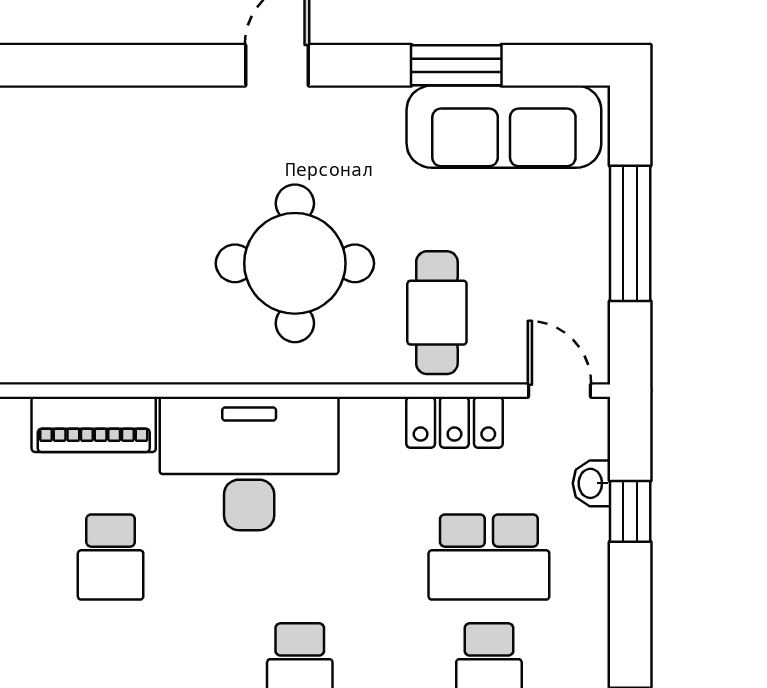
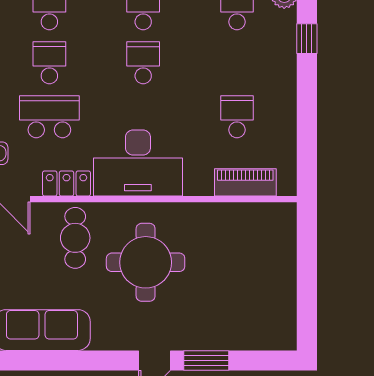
window: (456, 65) -> (206, 361), moved
desk: (249, 463) -> (138, 163), moved

